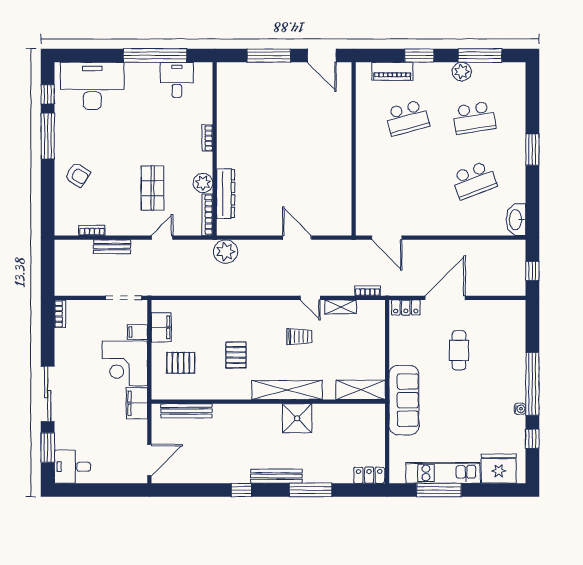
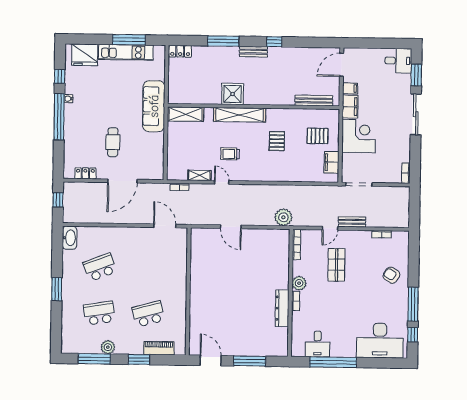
plant: (203, 183) -> (299, 283), moved
dresser: (226, 194) -> (282, 308), moved
bench: (112, 247) -> (352, 222), moved
locker: (406, 307) -> (85, 173), moved
filing cabinet: (137, 332) -> (350, 88), moved
bench: (276, 476) -> (253, 52), width x0.73

